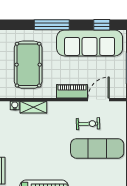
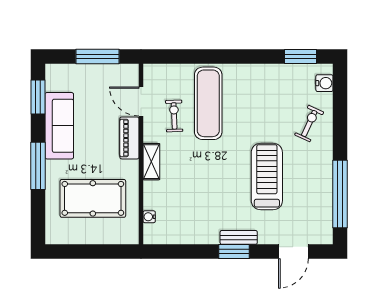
window: (102, 25) -> (38, 97), width x1.50
sofa: (90, 43) -> (59, 126), width x0.74, depth x0.79
shelving: (33, 107) -> (151, 162), moved

